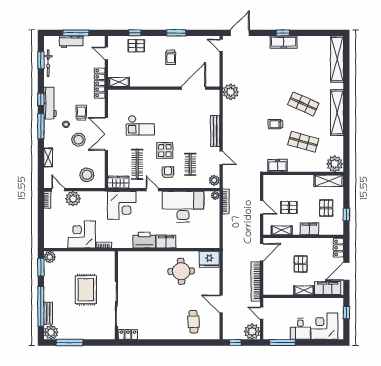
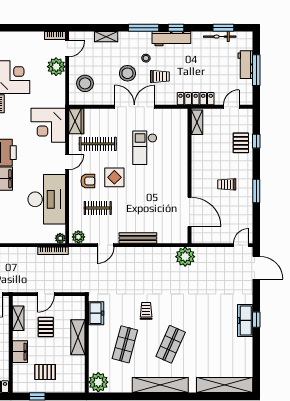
shelving: (329, 181) -> (78, 337), moved

